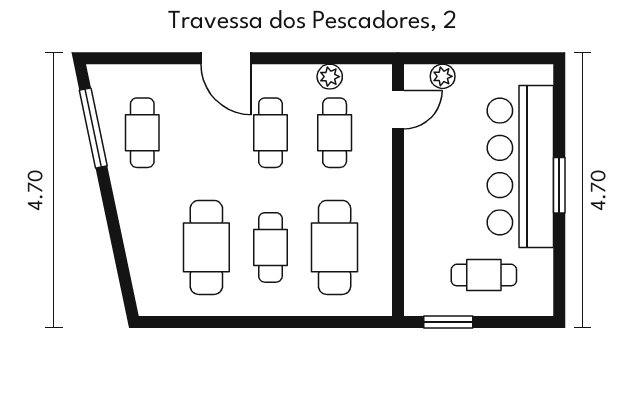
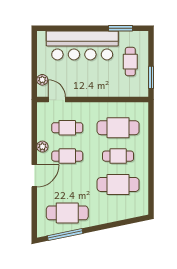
plant: (330, 77) -> (42, 147), moved
cafe table: (142, 133) -> (67, 213), width x1.37, depth x1.35
window: (559, 185) -> (120, 28), moved

